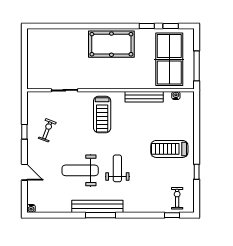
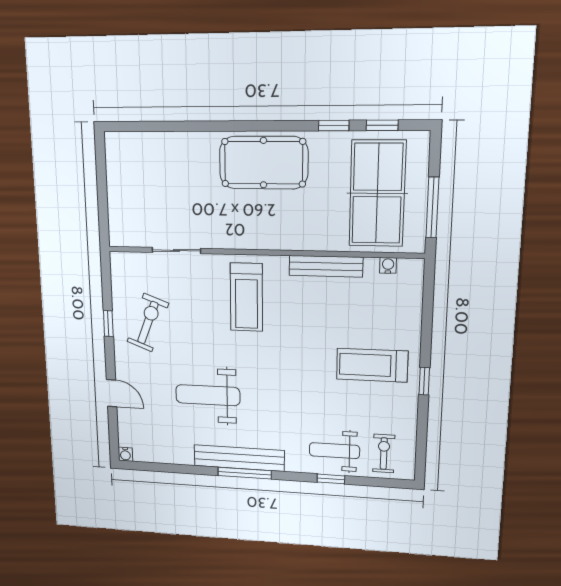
exercise bike: (47, 130) -> (148, 323), width x1.38, depth x1.39
weight bench: (117, 168) -> (334, 451), moved, turned -90
window: (197, 172) -> (424, 381), moved
window: (172, 215) -> (331, 479), moved

